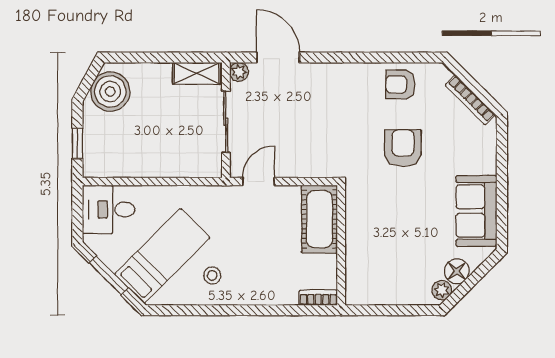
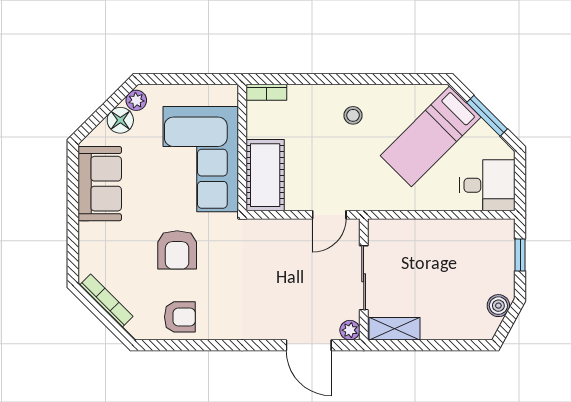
boiler: (110, 92) -> (498, 306), width x0.54, depth x0.54
corner sofa: (381, 234) -> (201, 159), added
stool: (212, 275) -> (353, 115), moved

